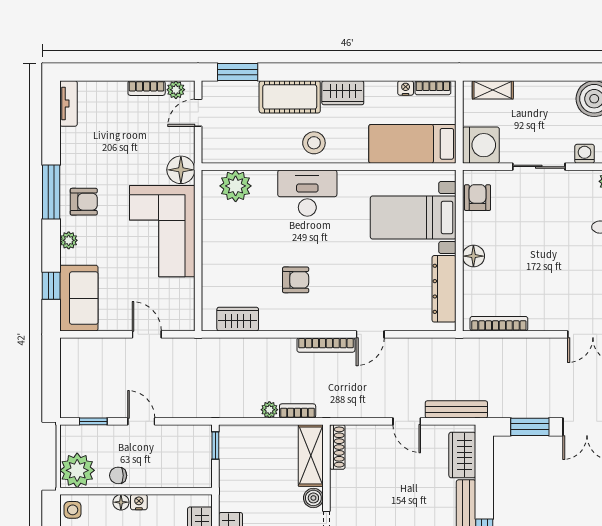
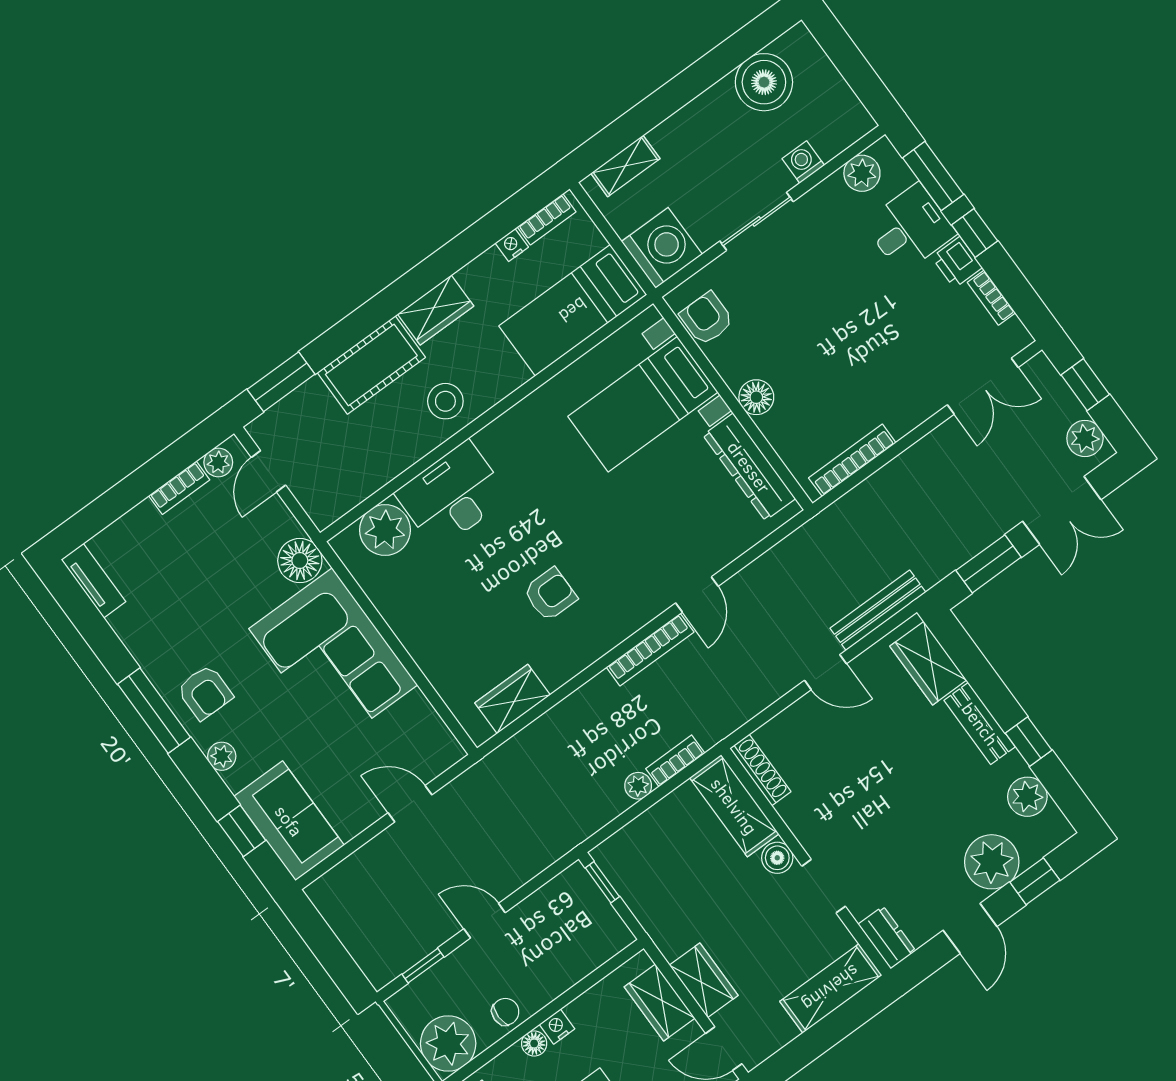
desk: (307, 193) -> (452, 495), moved
armchair: (84, 202) -> (205, 692), turned 90
chair: (118, 475) -> (505, 1012), turned 180

